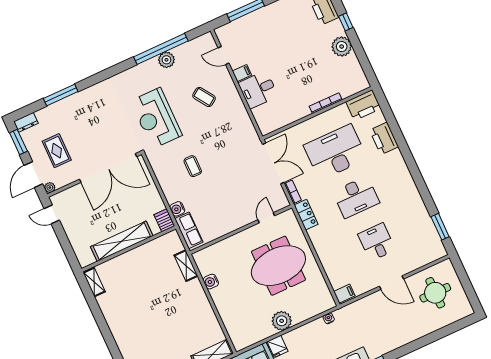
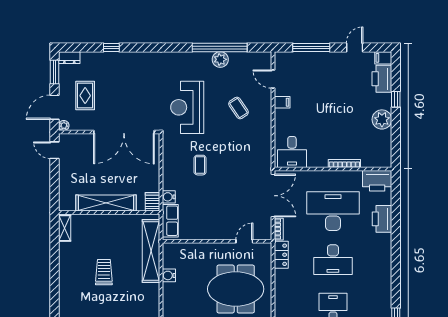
desk: (258, 89) -> (292, 152), moved, turned -90
window: (61, 95) -> (111, 47), width x0.46
shelving: (186, 266) -> (151, 251), width x2.20, depth x1.33
trolley: (149, 306) -> (104, 272), added

